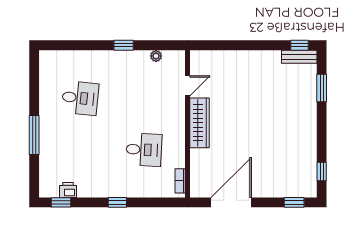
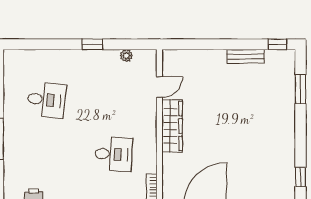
bench: (299, 57) -> (246, 56), moved

